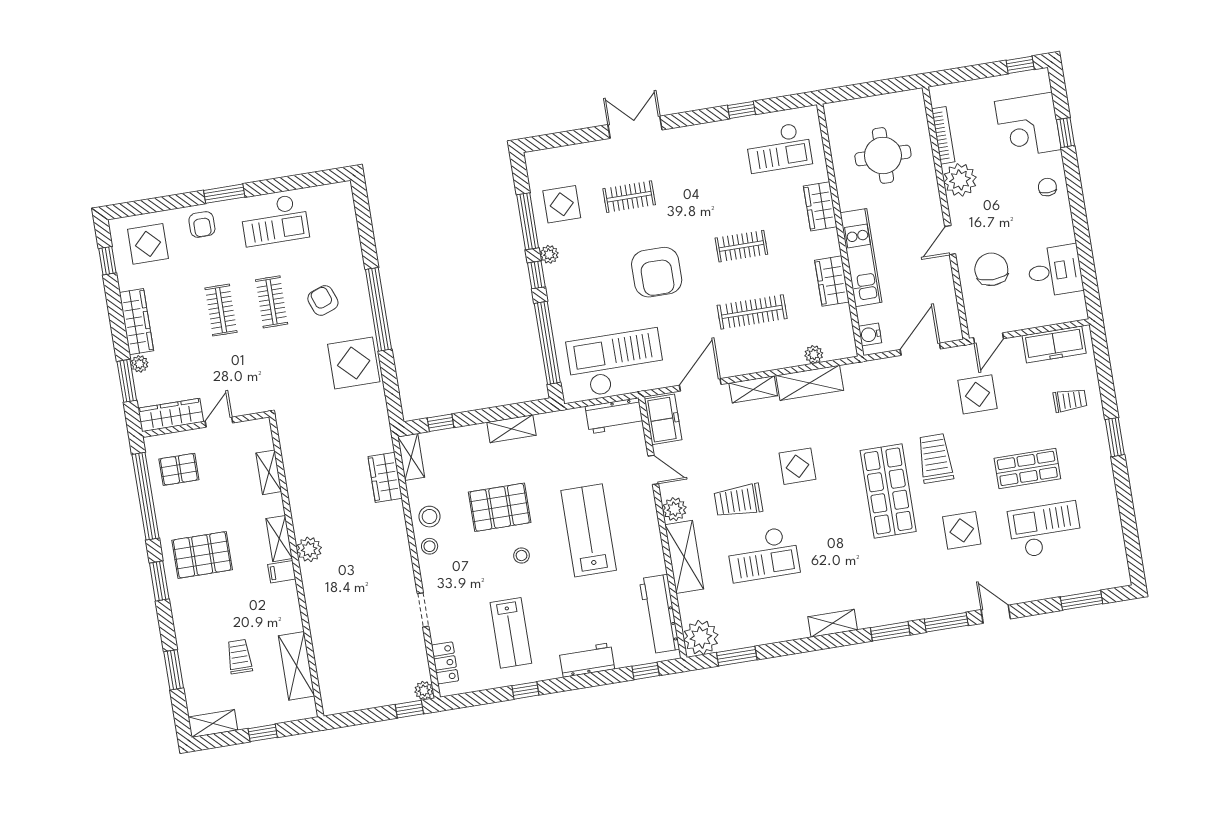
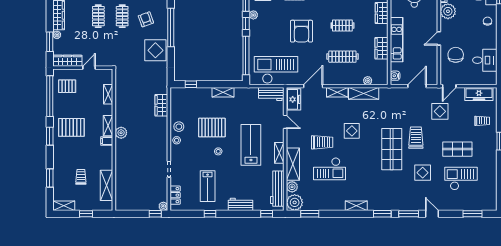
shelving: (411, 457) -> (279, 153), moved
trolley: (738, 501) -> (322, 142), turned 180
plant: (674, 509) -> (292, 187), moved

